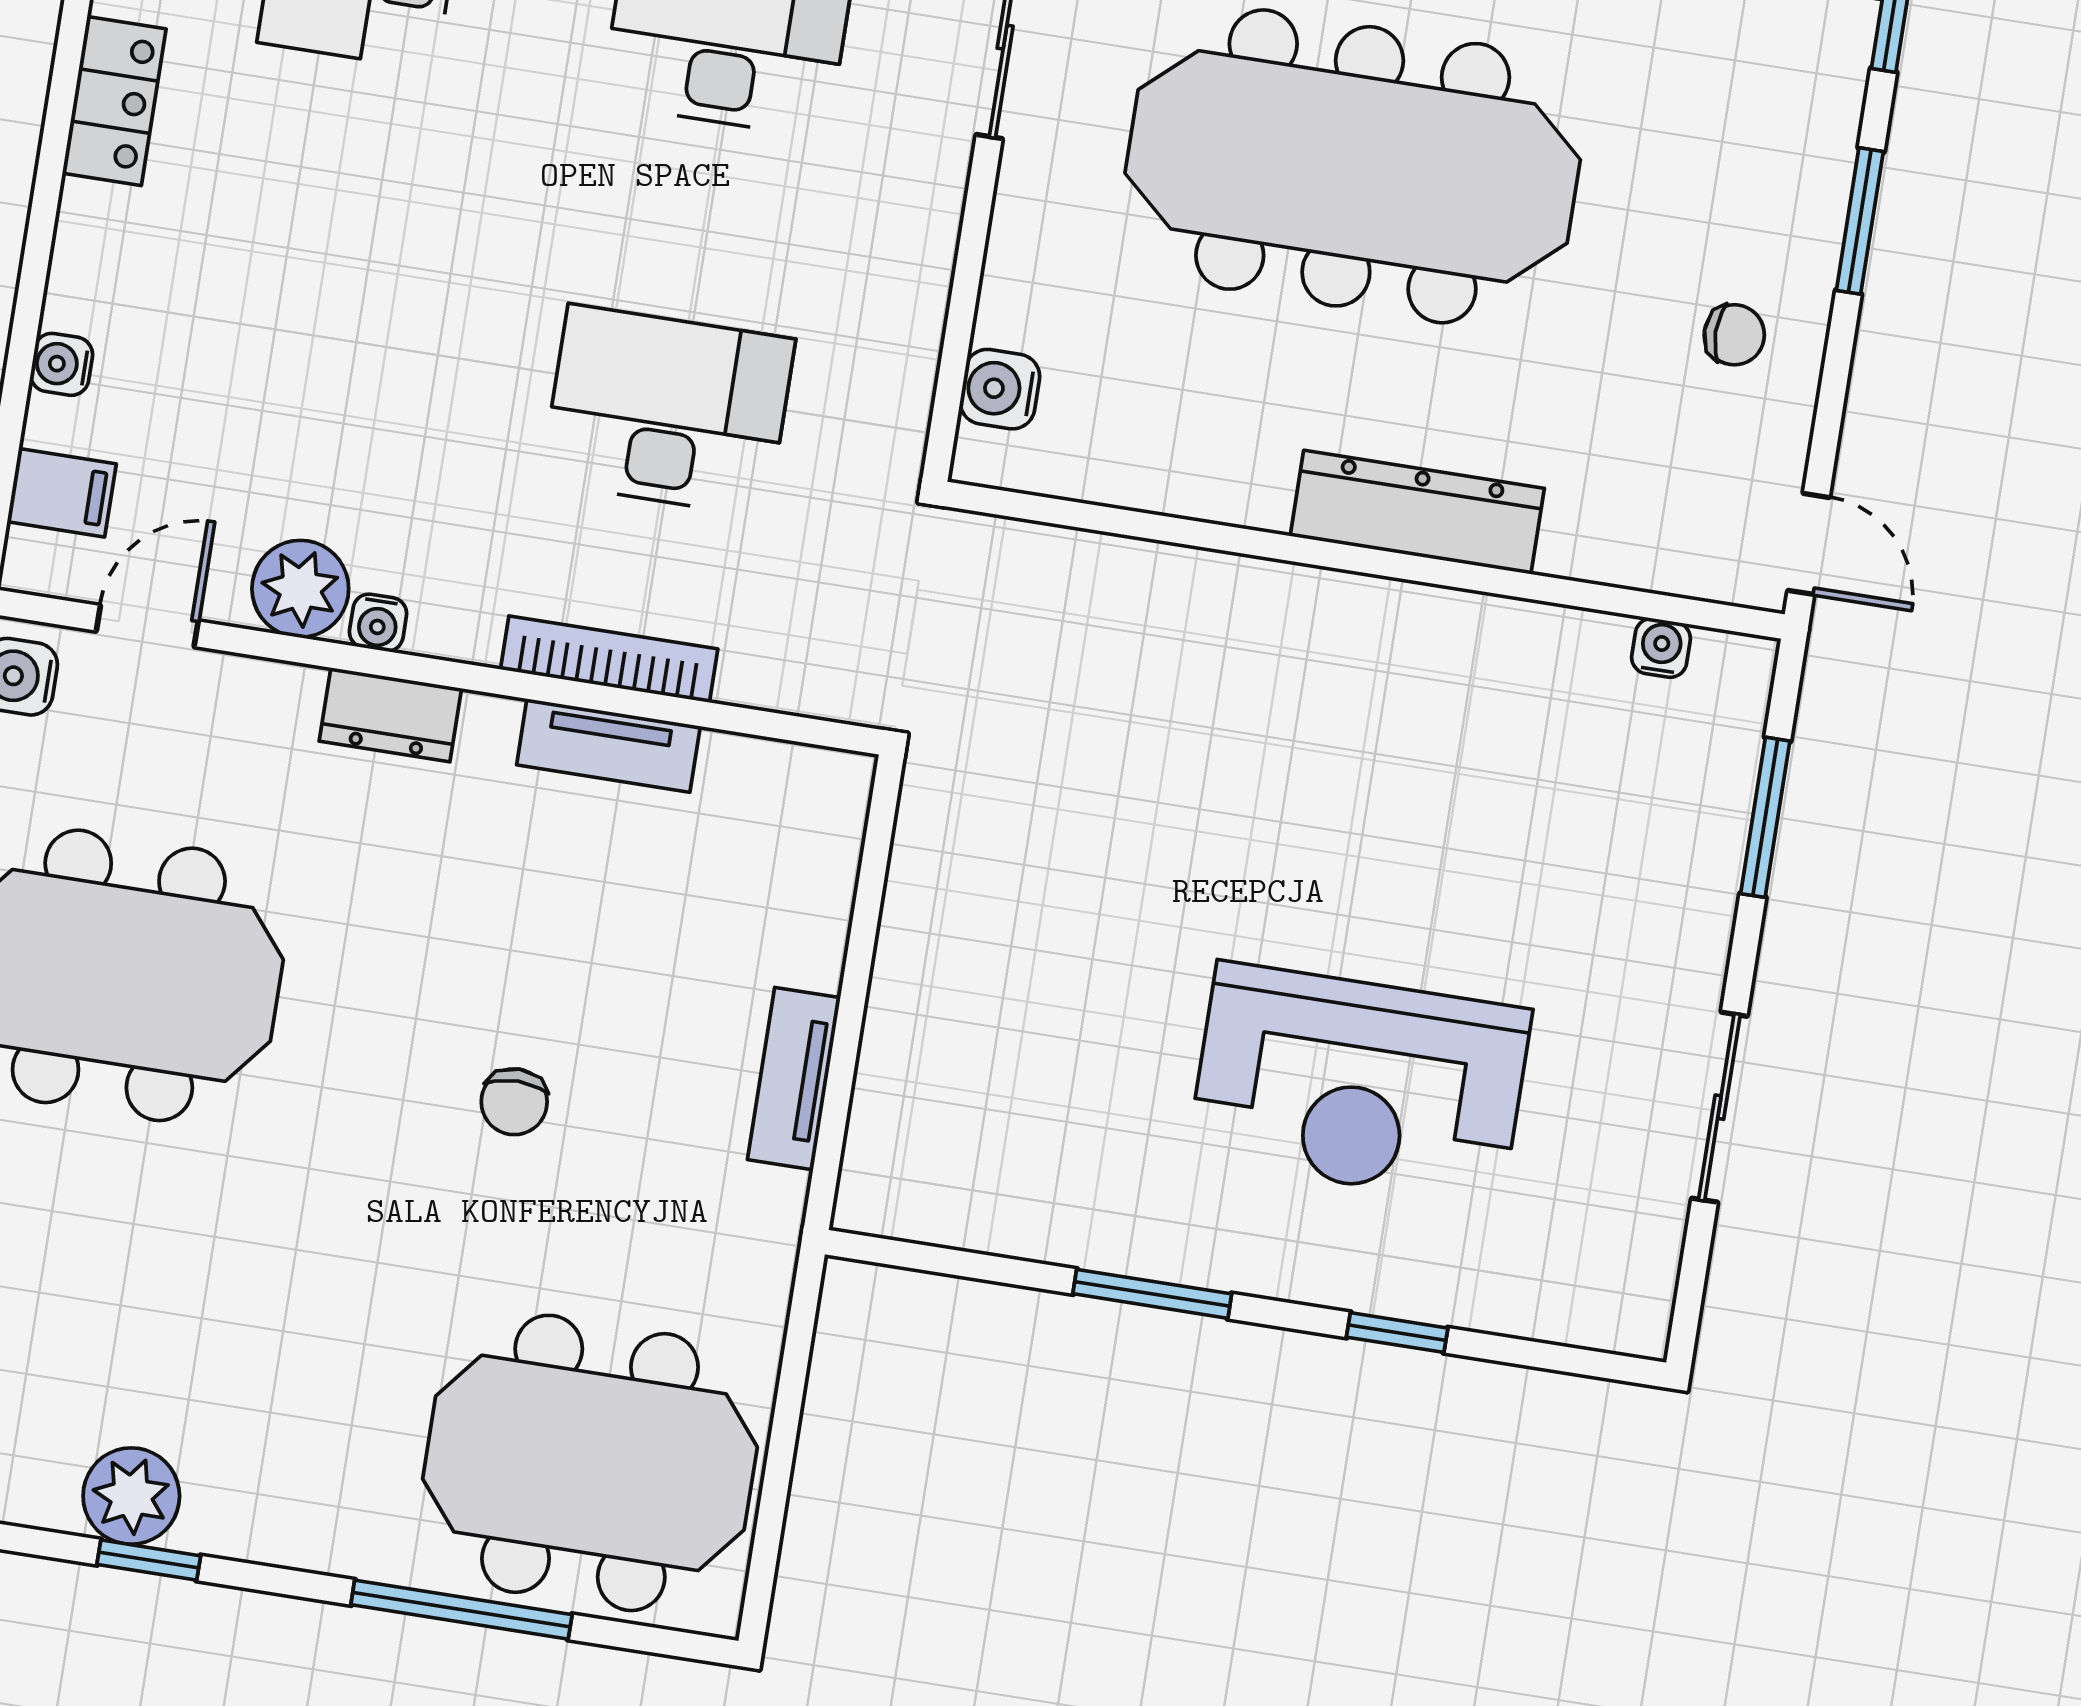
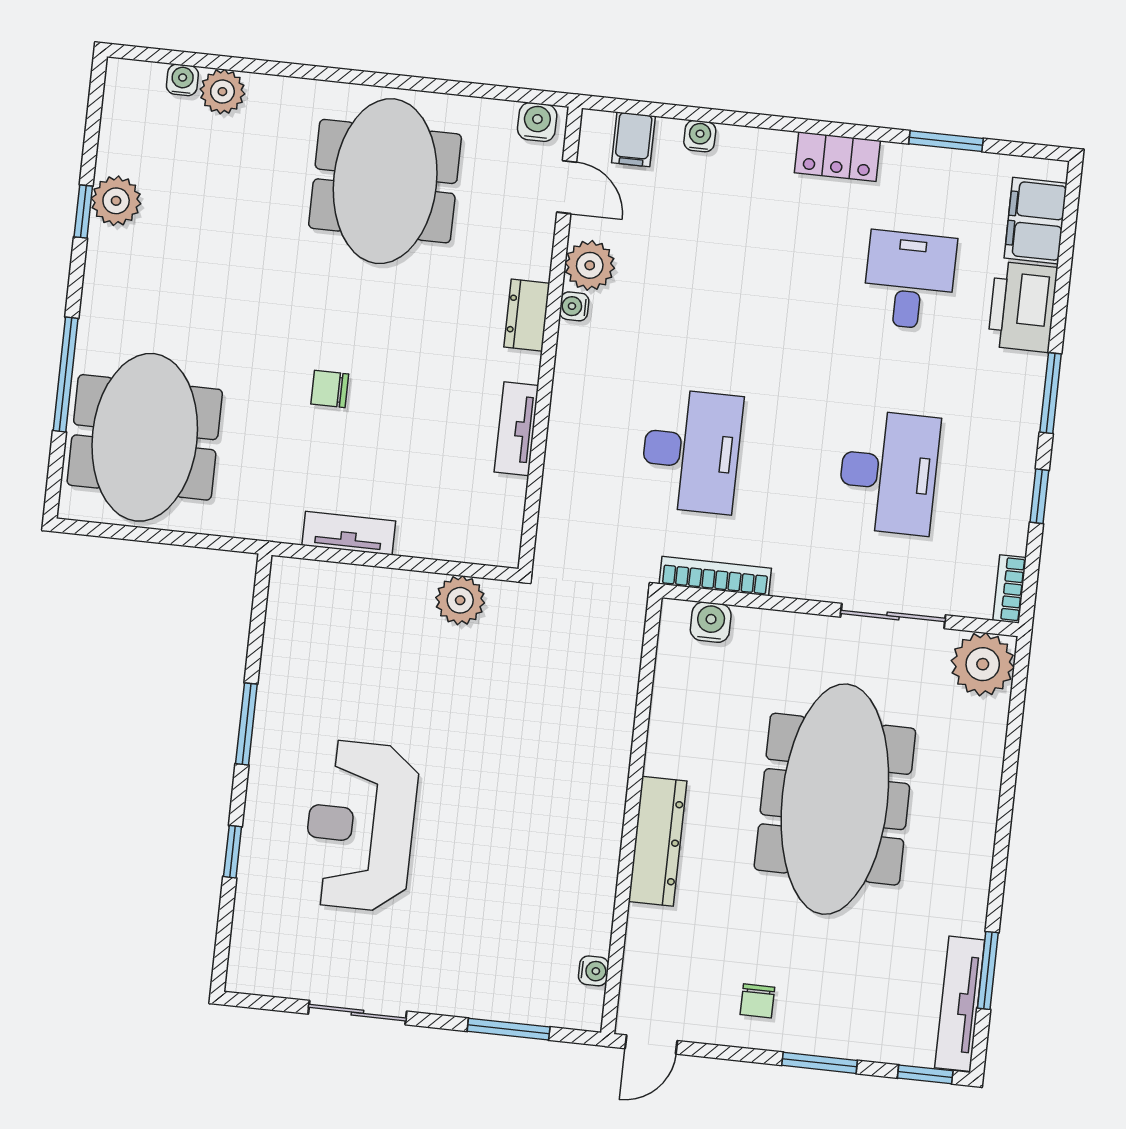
bookcase: (609, 659) -> (715, 576), moved, turned -90
plant: (934, 870) -> (460, 600), added

